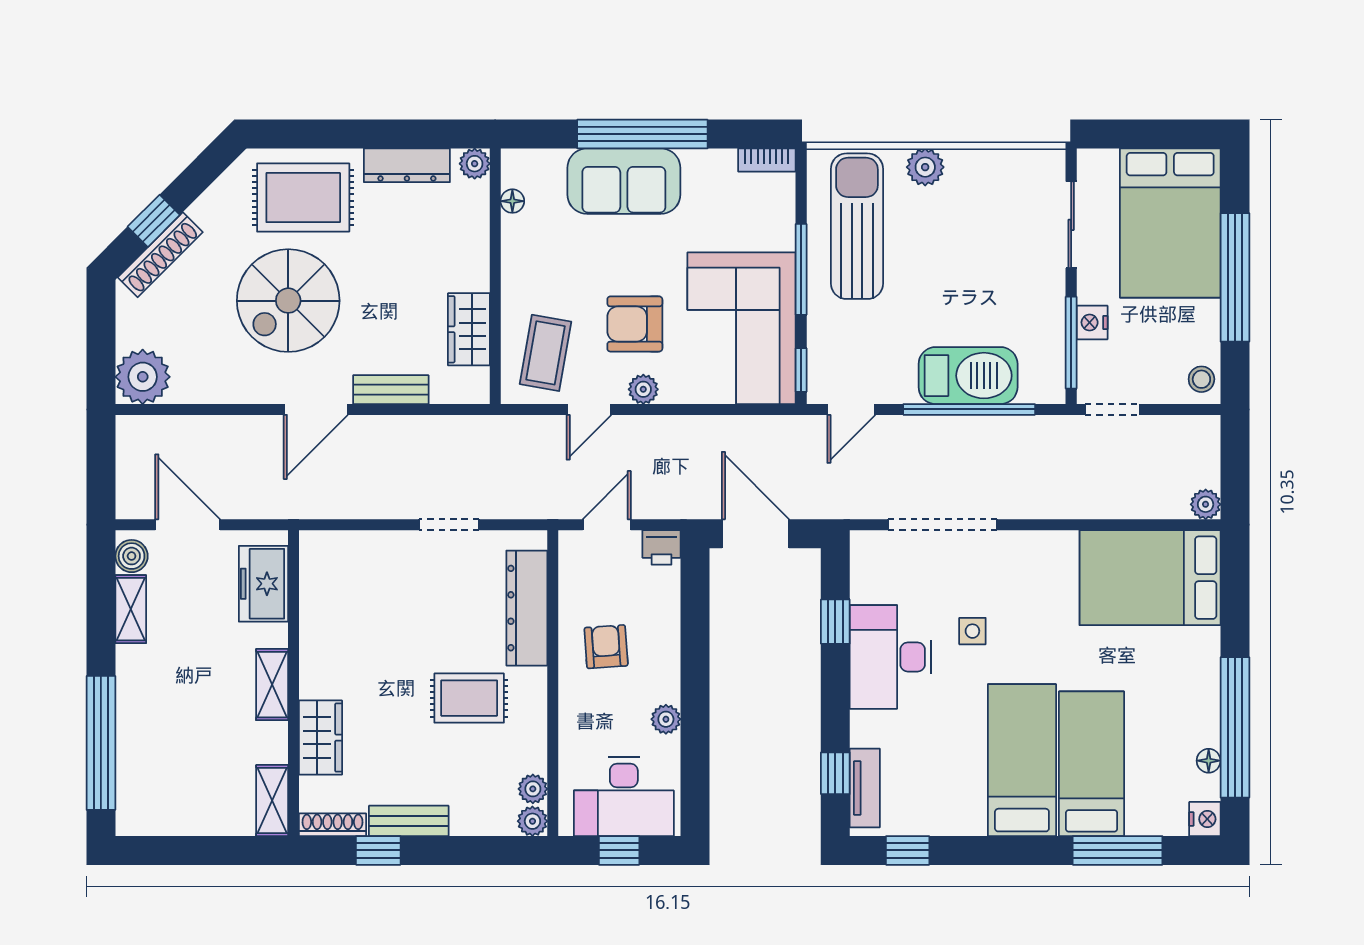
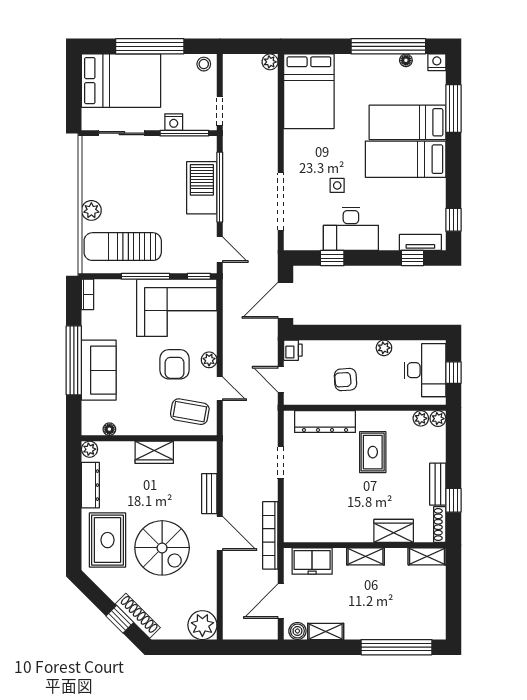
wardrobe: (469, 329) -> (154, 452), moved
bookcase: (312, 505) -> (270, 535), added

